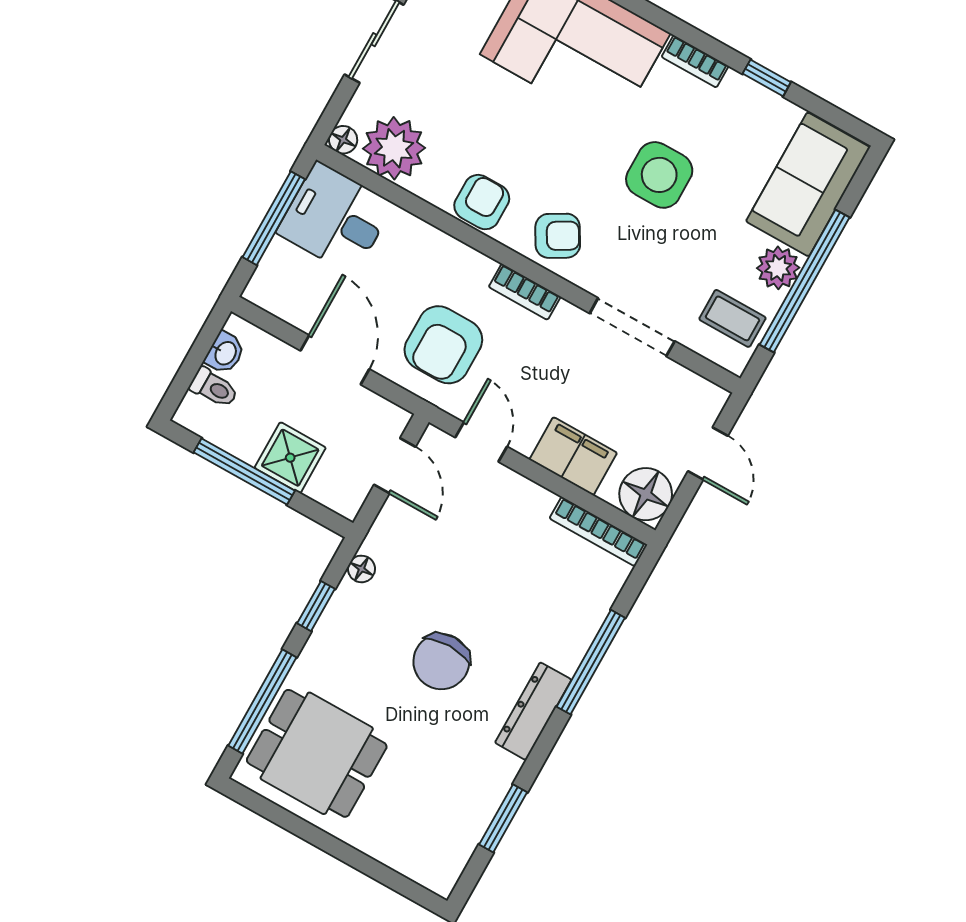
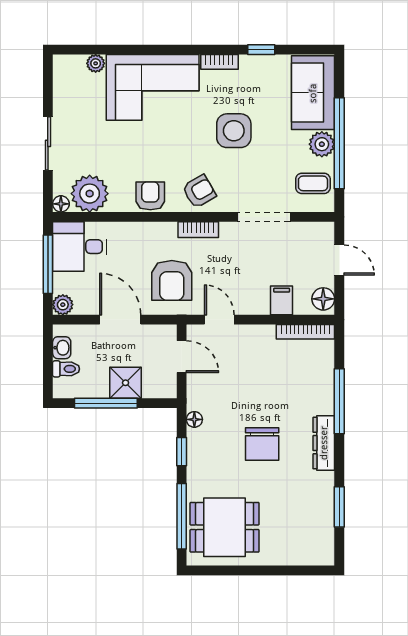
plant: (262, 290) -> (63, 305), added
filing cabinet: (573, 456) -> (282, 300), width x0.50
floor lamp: (646, 494) -> (323, 299), width x0.73, depth x0.73

